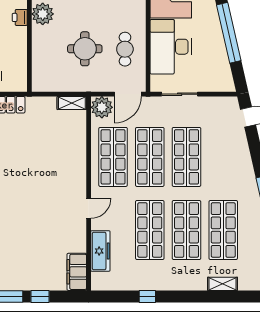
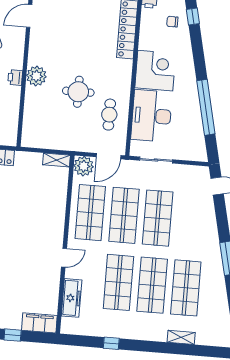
round table: (85, 49) -> (78, 92), moved
filing cabinet: (77, 272) -> (39, 323), moved, turned 90

